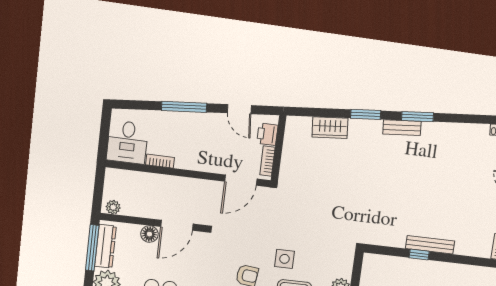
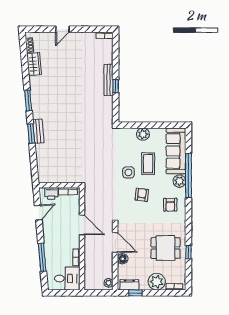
window: (184, 107) -> (42, 257), moved
wardrobe: (330, 128) -> (34, 64), moved
bench: (402, 128) -> (38, 131), moved
door: (241, 180) -> (82, 225), moved
dresser: (106, 246) -> (129, 285), width x0.70
window: (92, 248) -> (135, 293), width x0.46

